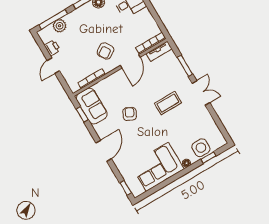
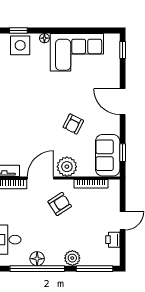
plant: (60, 26) -> (72, 258), moved
plant: (116, 81) -> (67, 167), added
coffee table: (168, 103) -> (27, 112), removed
door: (104, 151) -> (123, 102), hinge flipped

